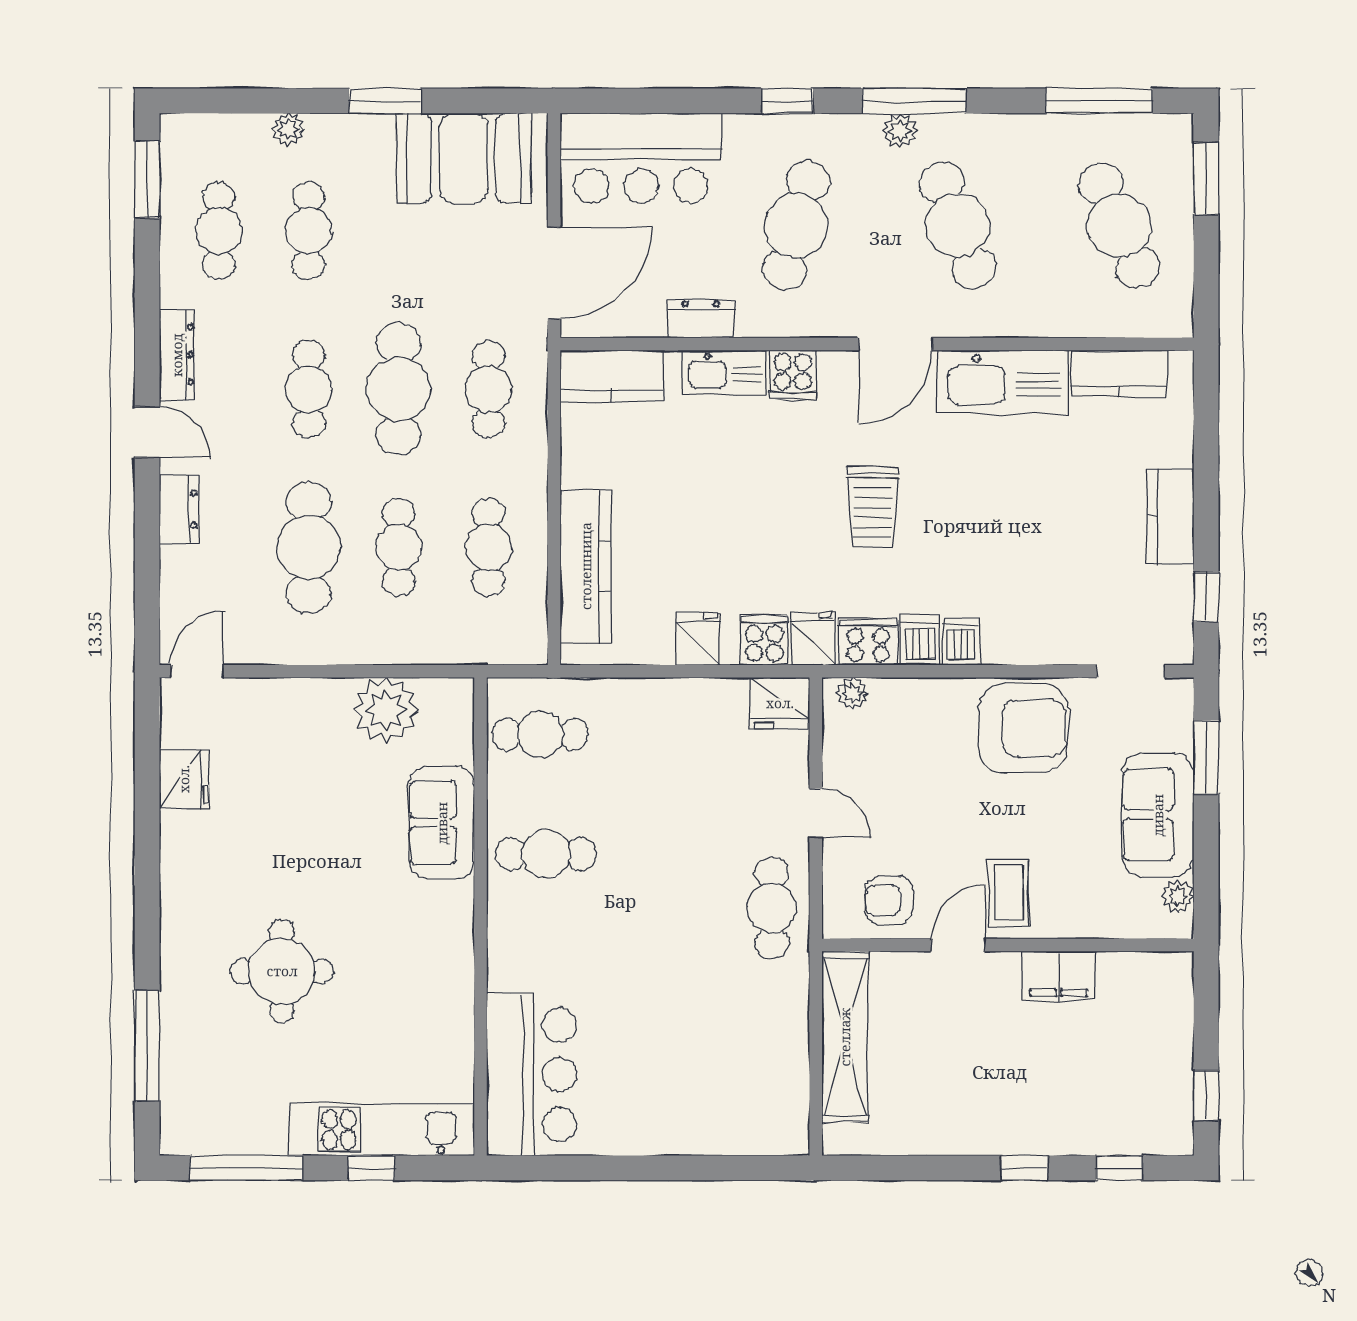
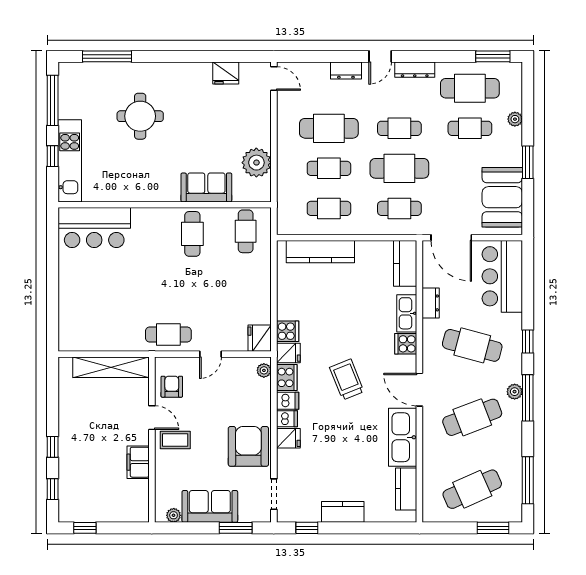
cafe table: (219, 231) -> (470, 88), width x1.37, depth x1.35
trolley: (873, 507) -> (347, 379), turned 68
fridge: (698, 639) -> (288, 438), moved
armchair: (1023, 728) -> (248, 446), turned 180

